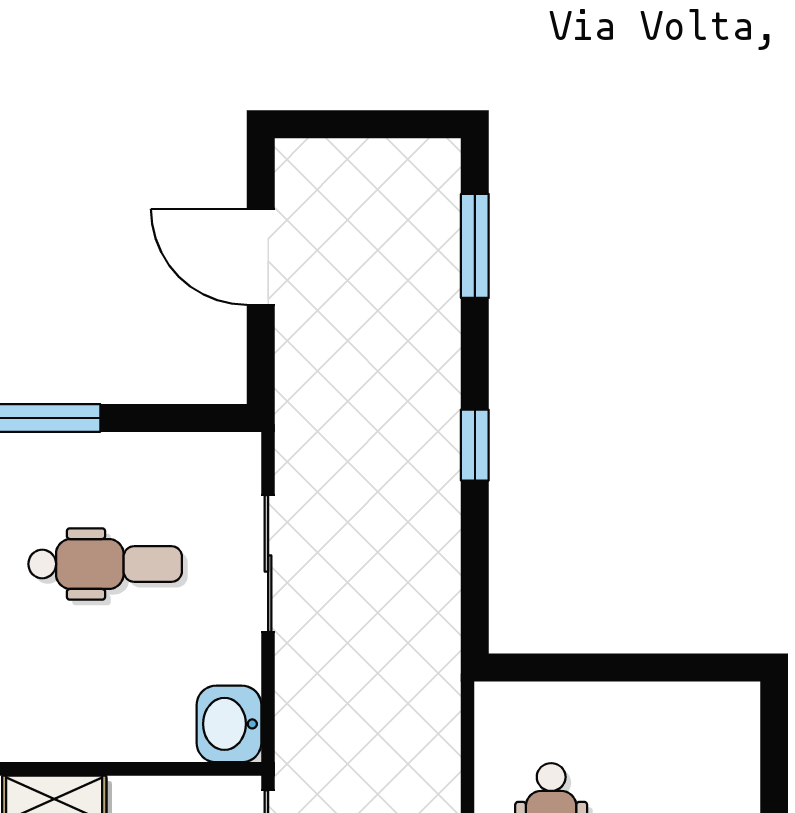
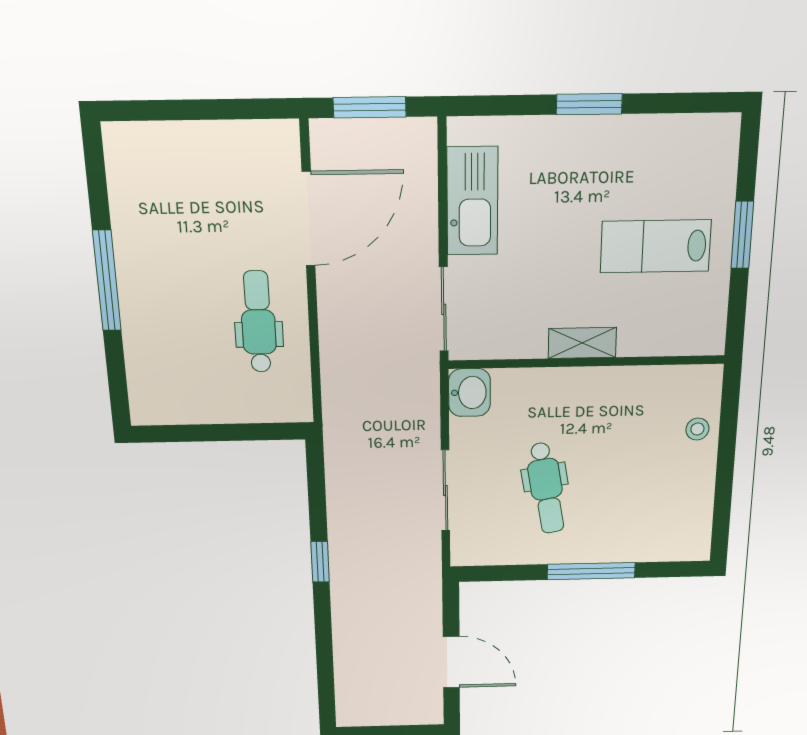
window: (475, 246) -> (325, 671), removed
dental chair: (105, 564) -> (546, 488), turned -100

